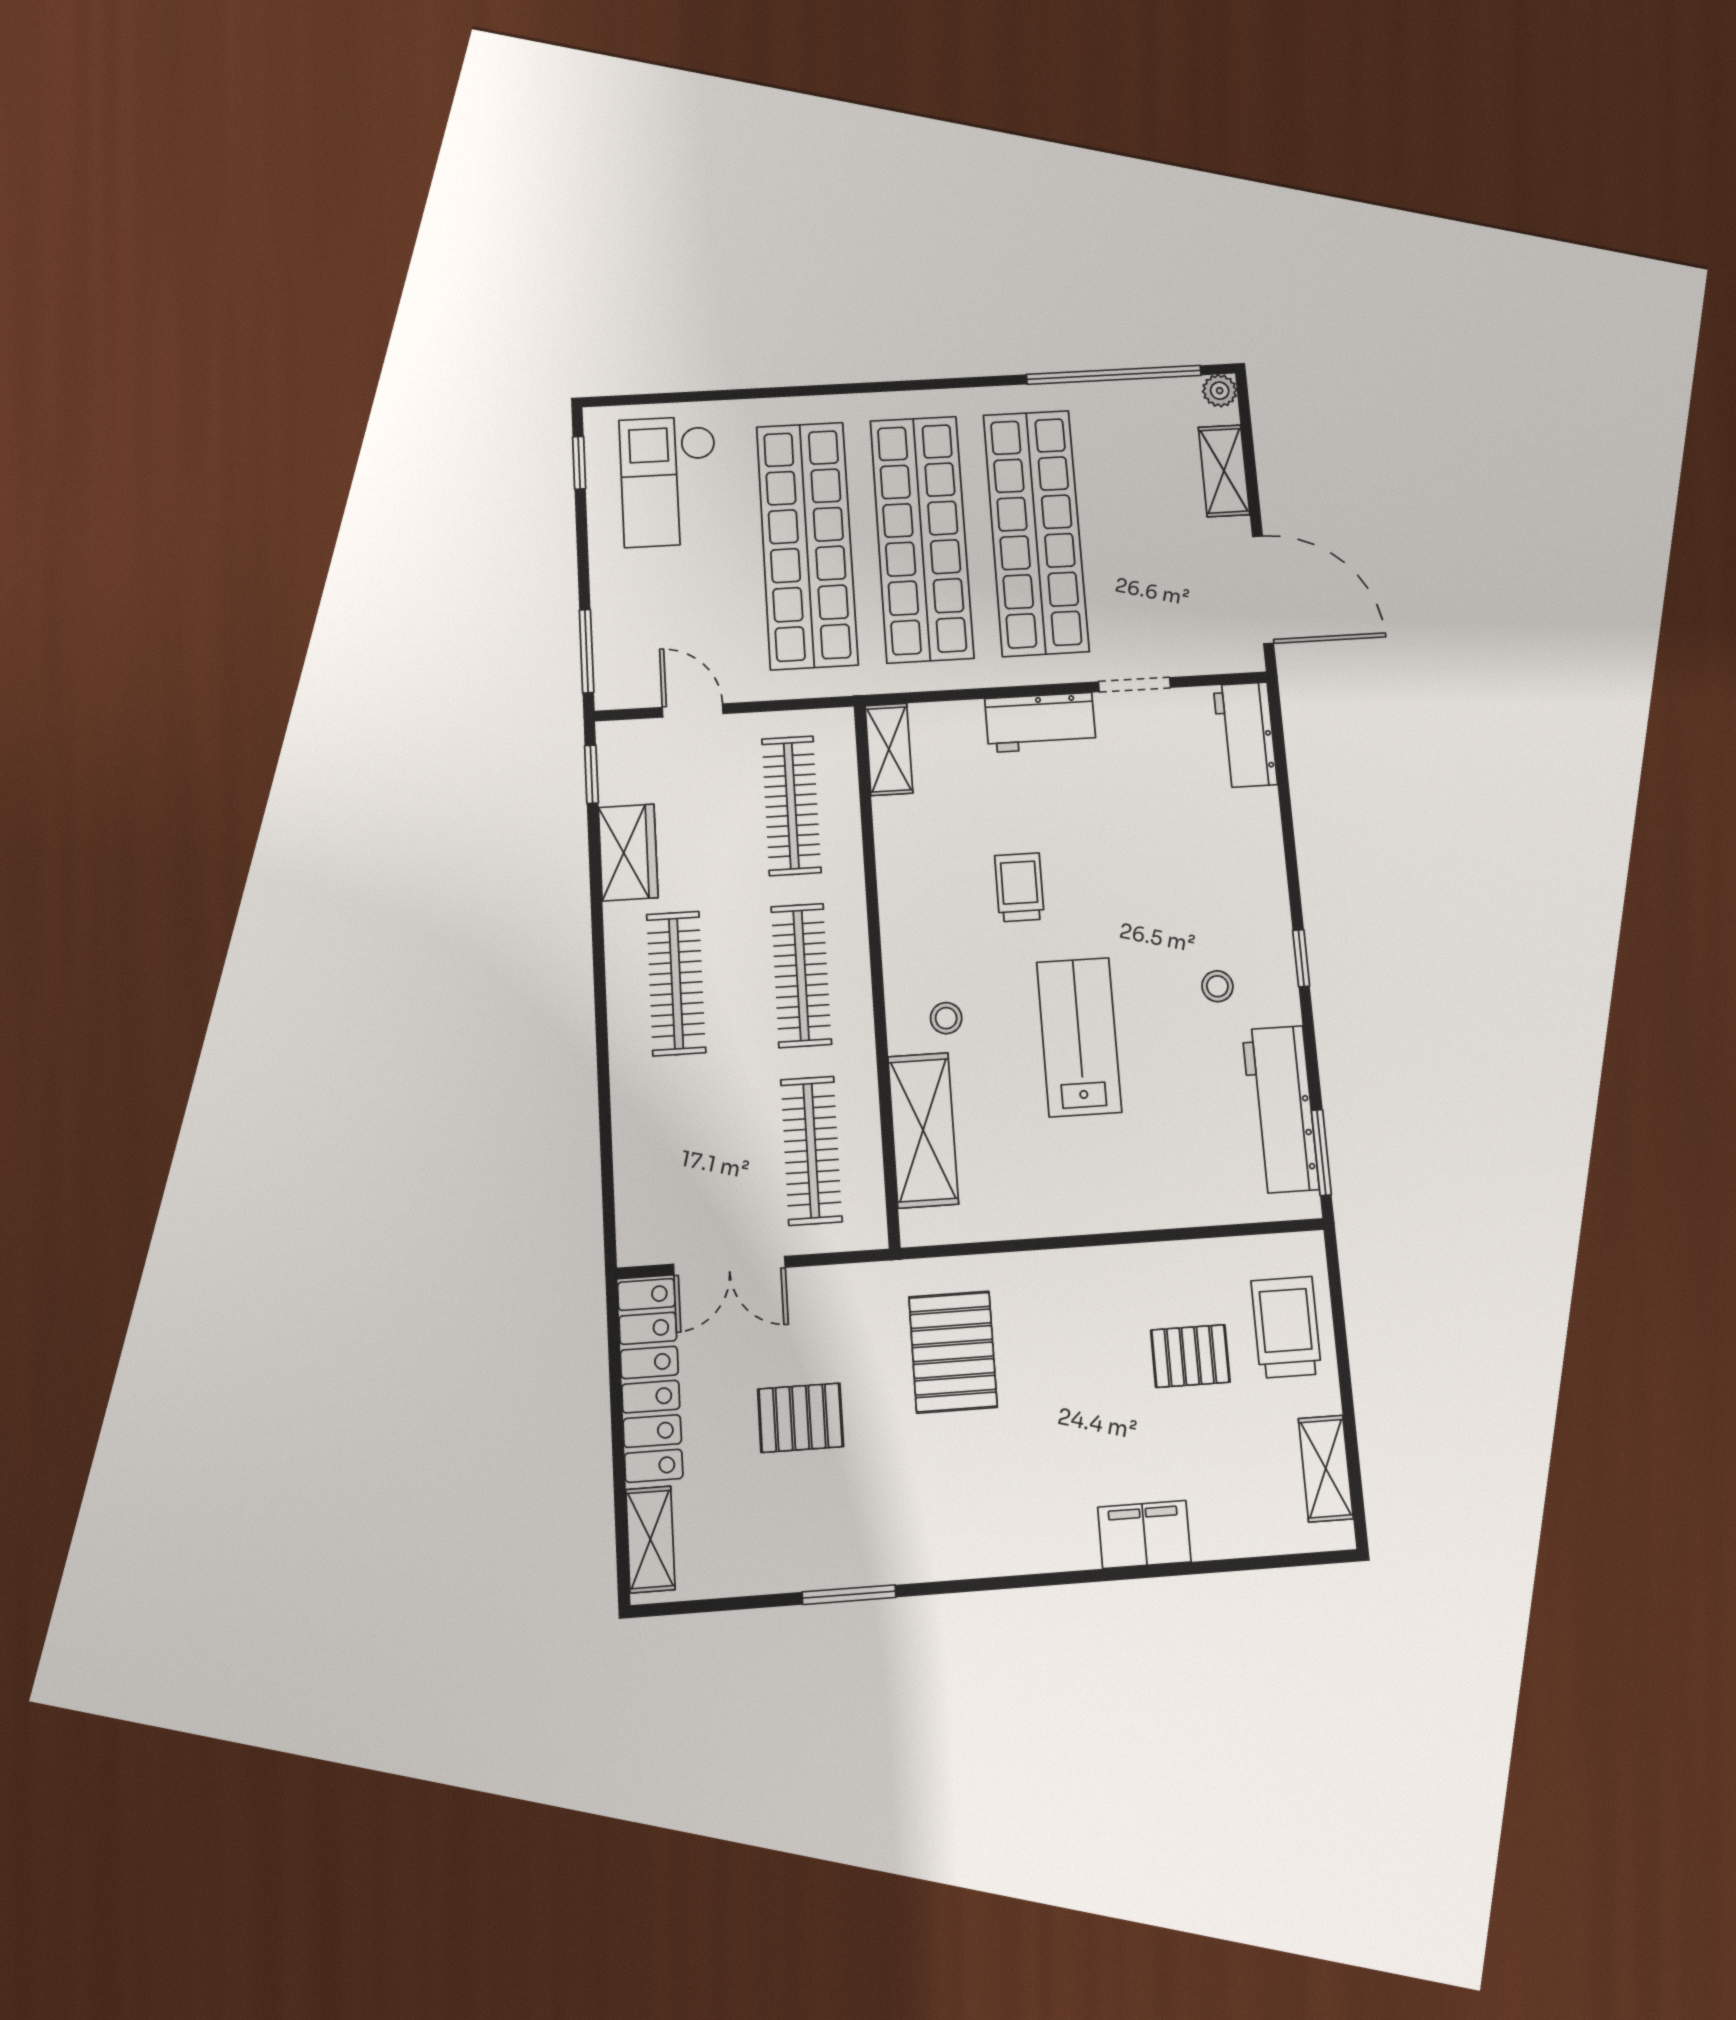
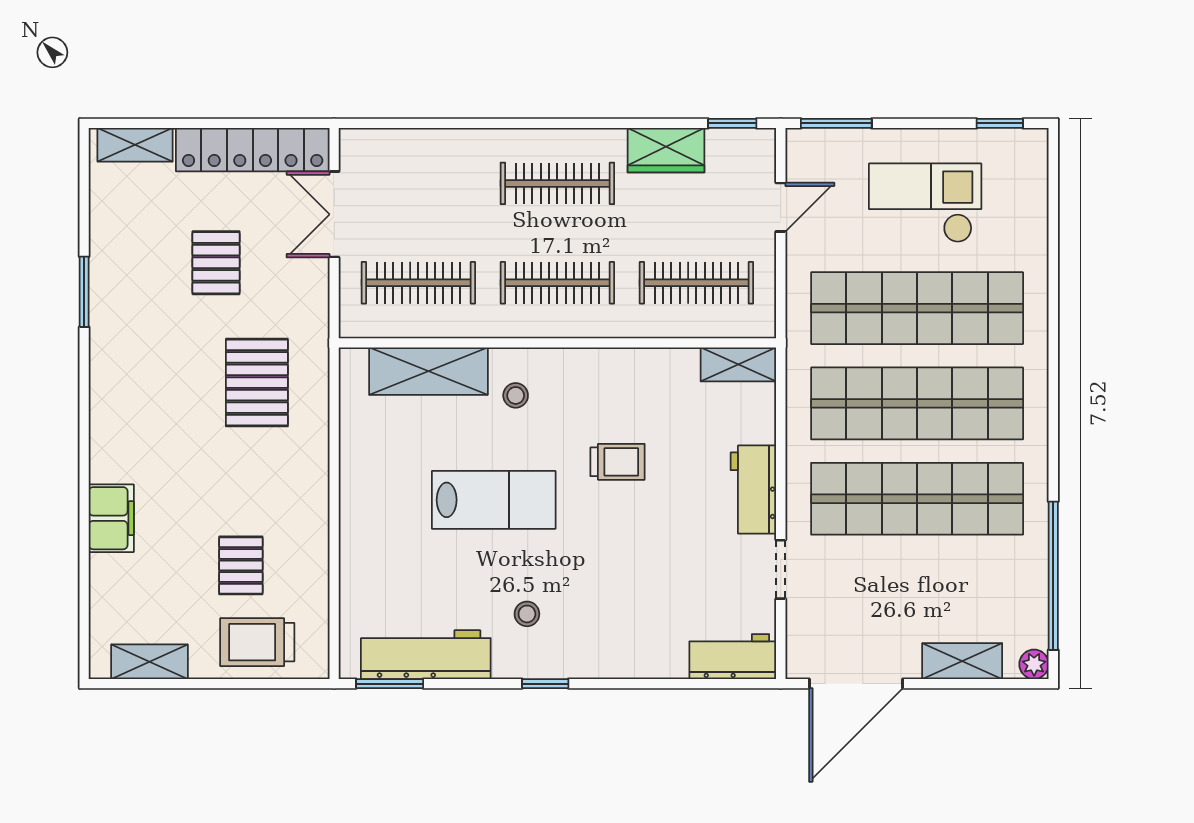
checkout: (669, 481) -> (925, 203), moved
trolley: (1286, 1327) -> (257, 642), turned 180
pallet: (953, 1352) -> (257, 383), turned 90

